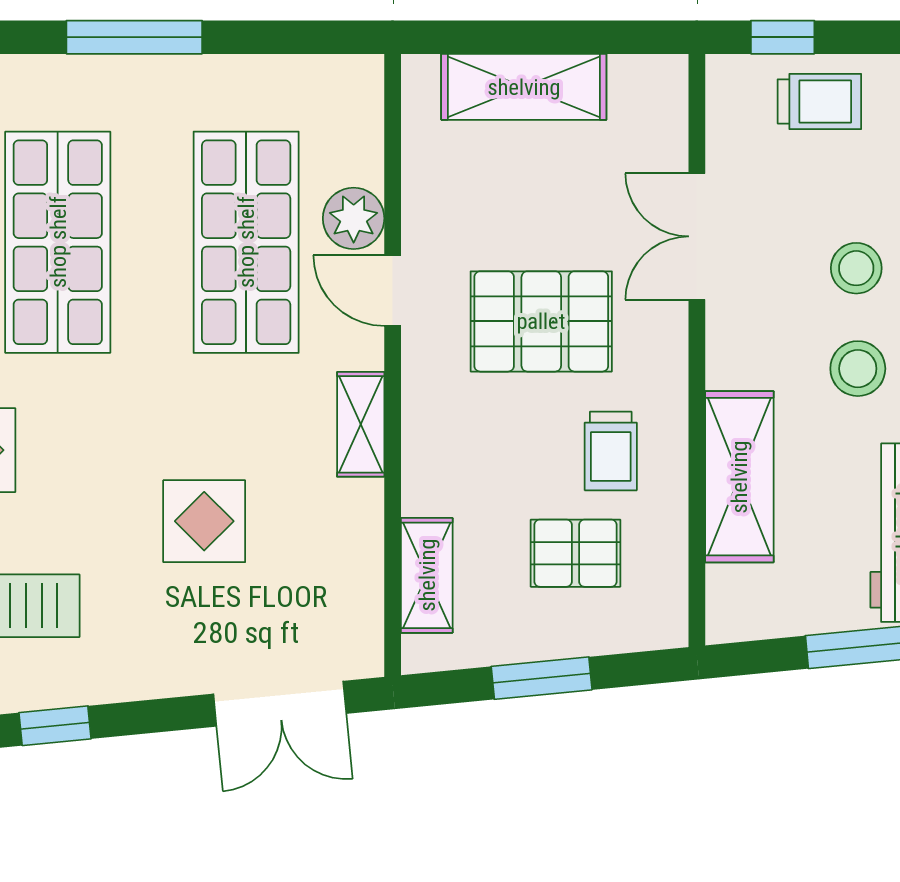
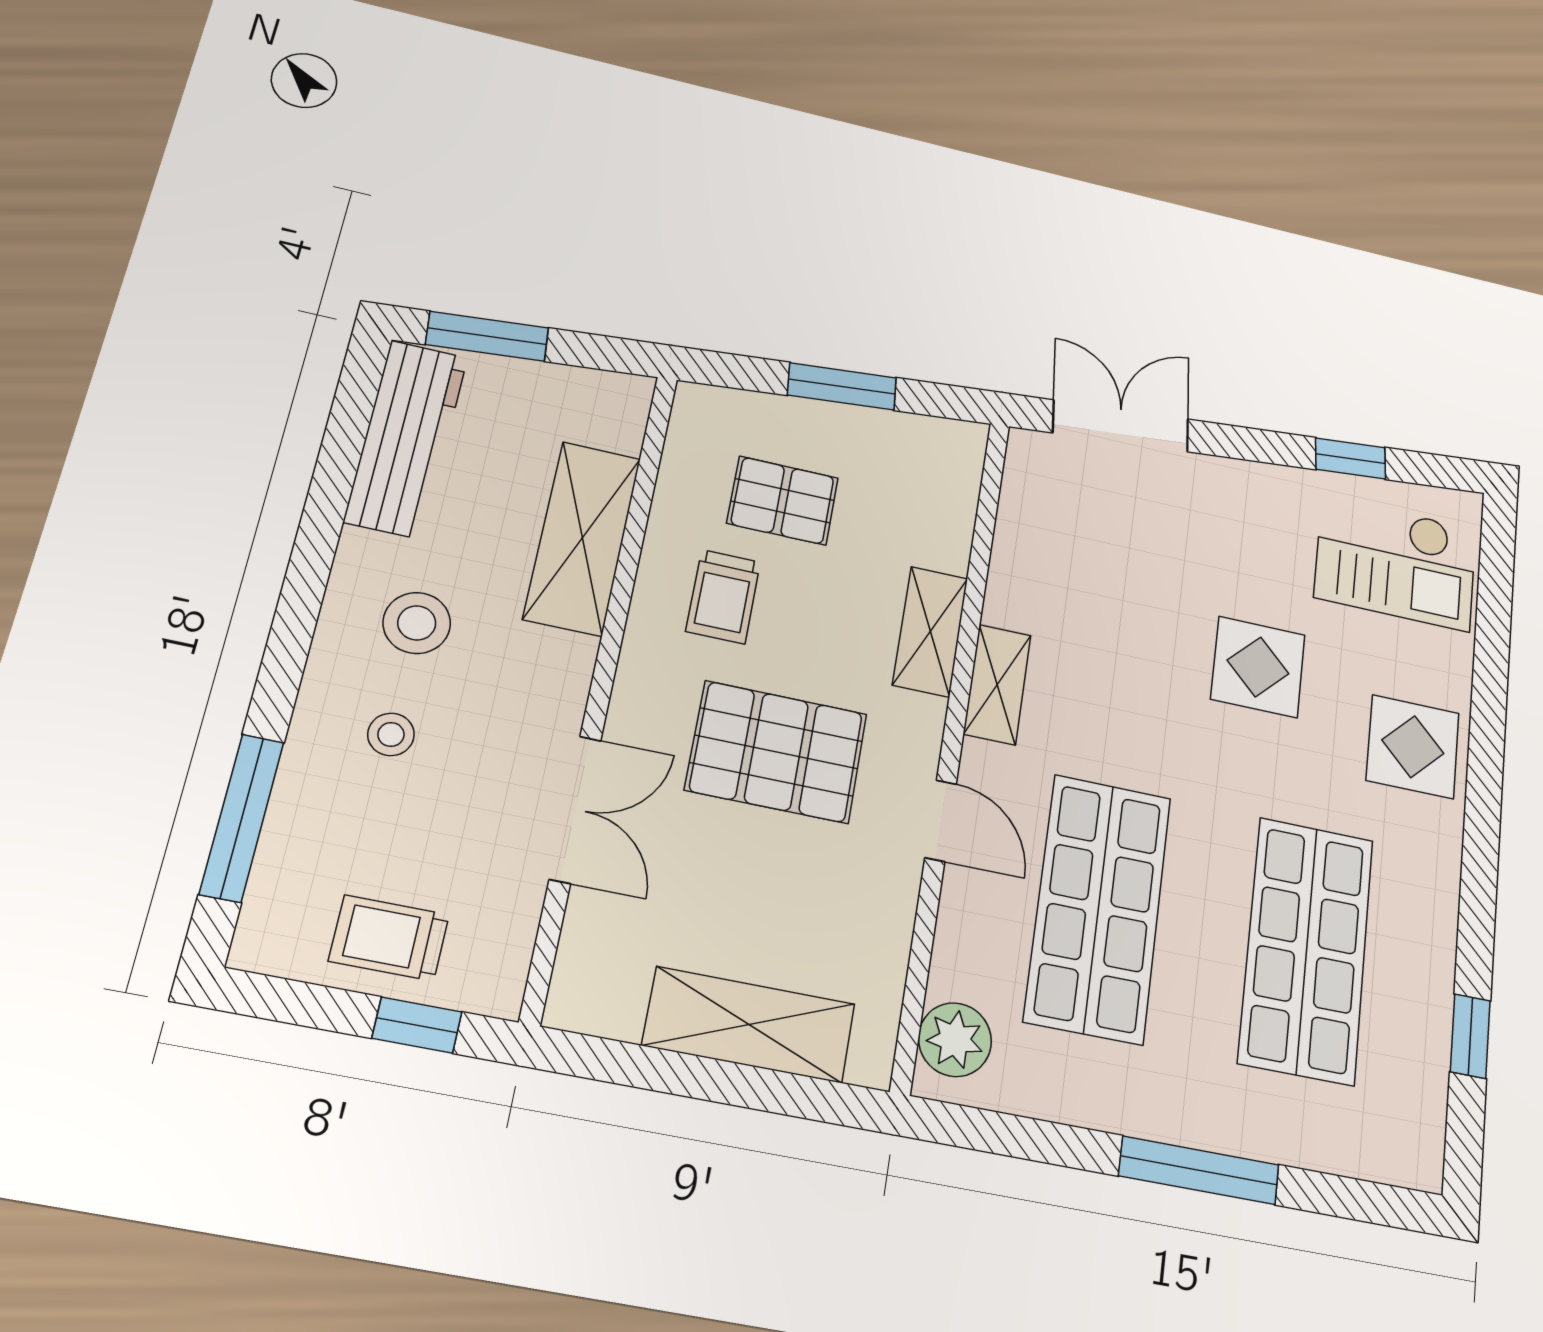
plant: (354, 218) -> (955, 1040), moved
stool: (856, 268) -> (391, 734), width x0.73, depth x0.73
trolley: (611, 451) -> (723, 597), turned 180
display table: (204, 521) -> (1258, 667), moved
shelving: (427, 575) -> (930, 632), moved

